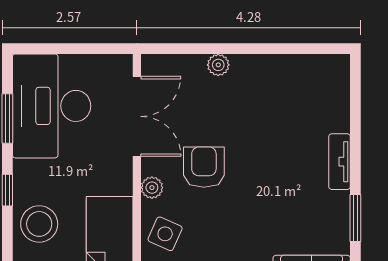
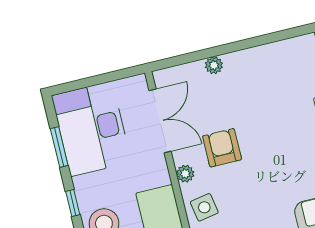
side table: (165, 234) -> (204, 207), turned -34

